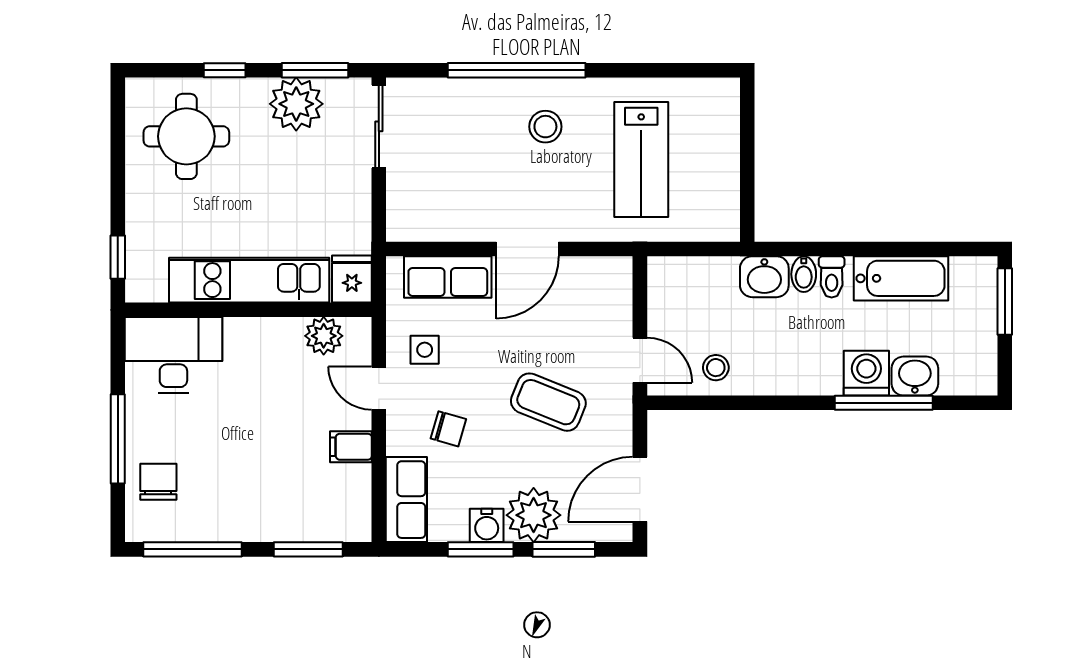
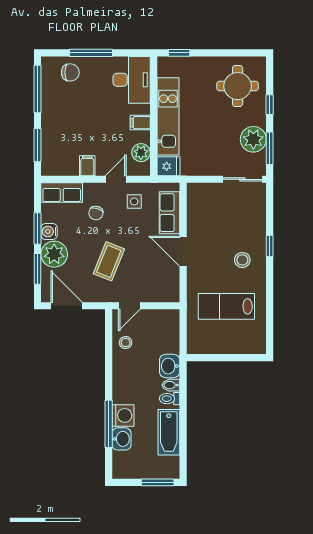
window: (517, 70) -> (270, 246), width x0.32
filing cabinet: (262, 337) -> (140, 123), added

